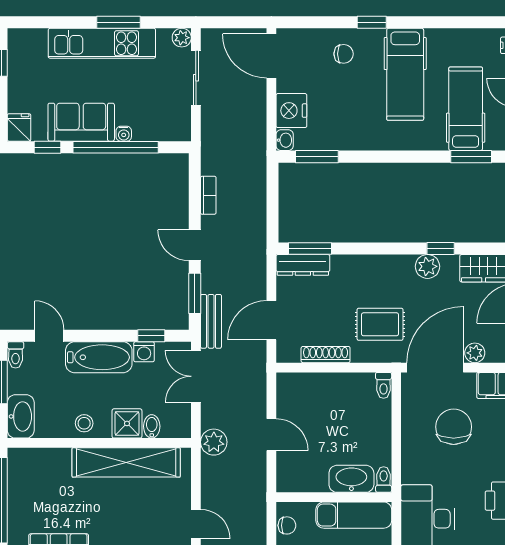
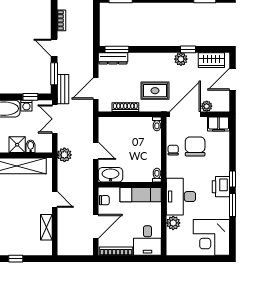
chair: (413, 433) -> (173, 150), added
washbasin: (351, 479) -> (111, 175), moved

